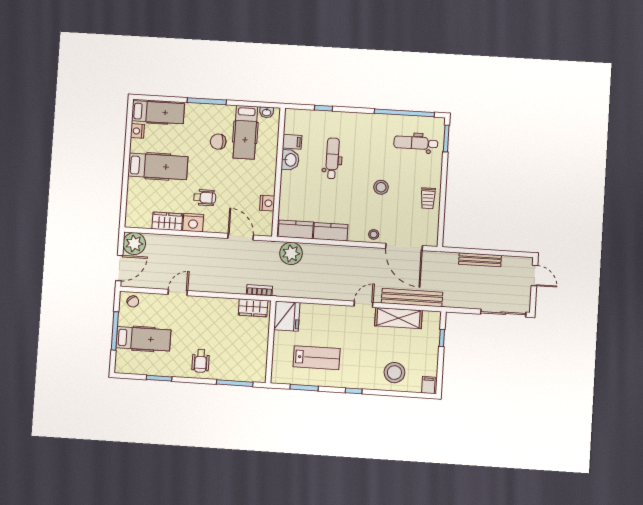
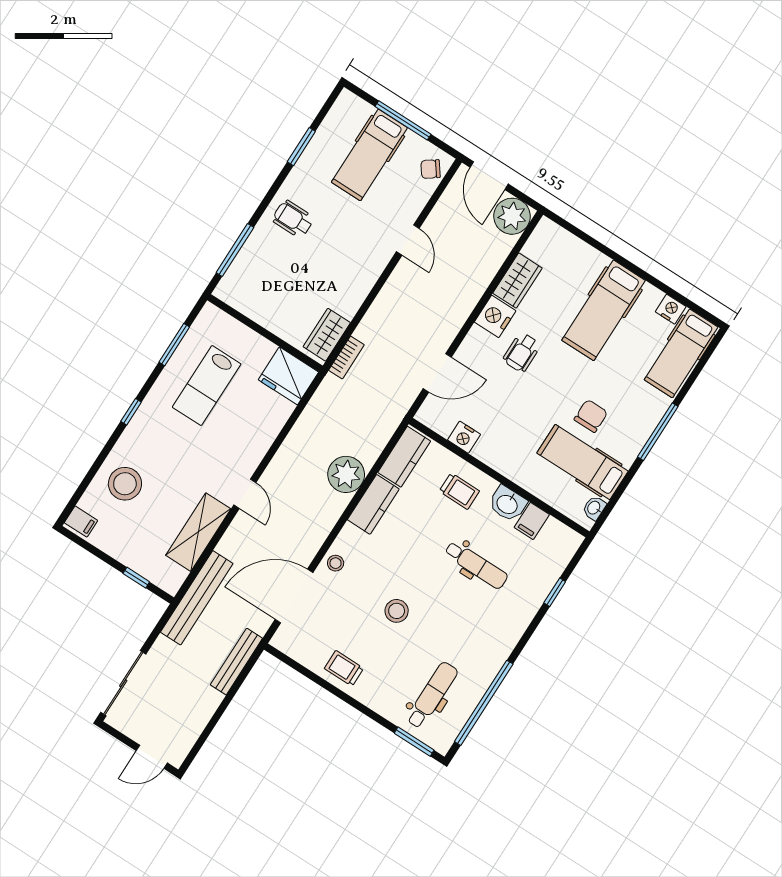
trolley: (298, 189) -> (459, 491), added
plant: (291, 253) -> (346, 474), moved
bench: (480, 260) -> (236, 662), moved
bench: (412, 298) -> (197, 598), moved

